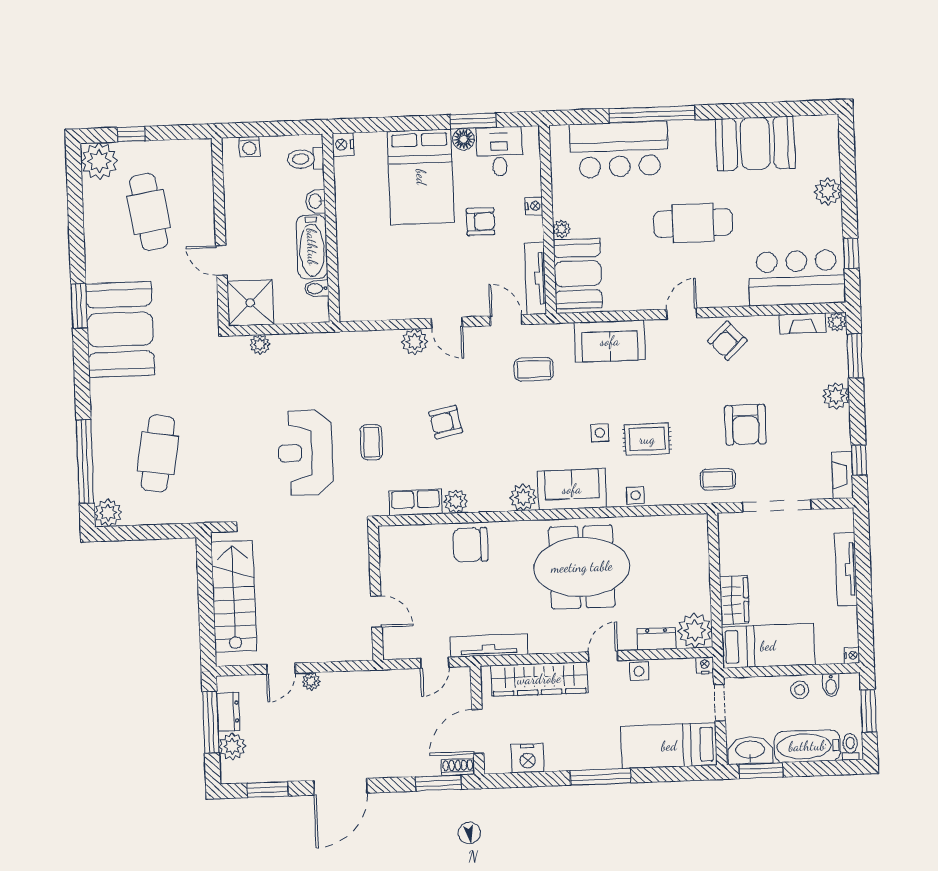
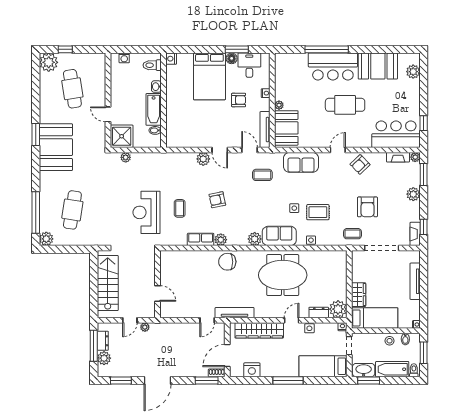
bar counter: (619, 150) -> (333, 67), moved
plant: (828, 191) -> (413, 72), moved
wall: (376, 593) -> (158, 284), moved
door: (376, 612) -> (158, 293), moved

